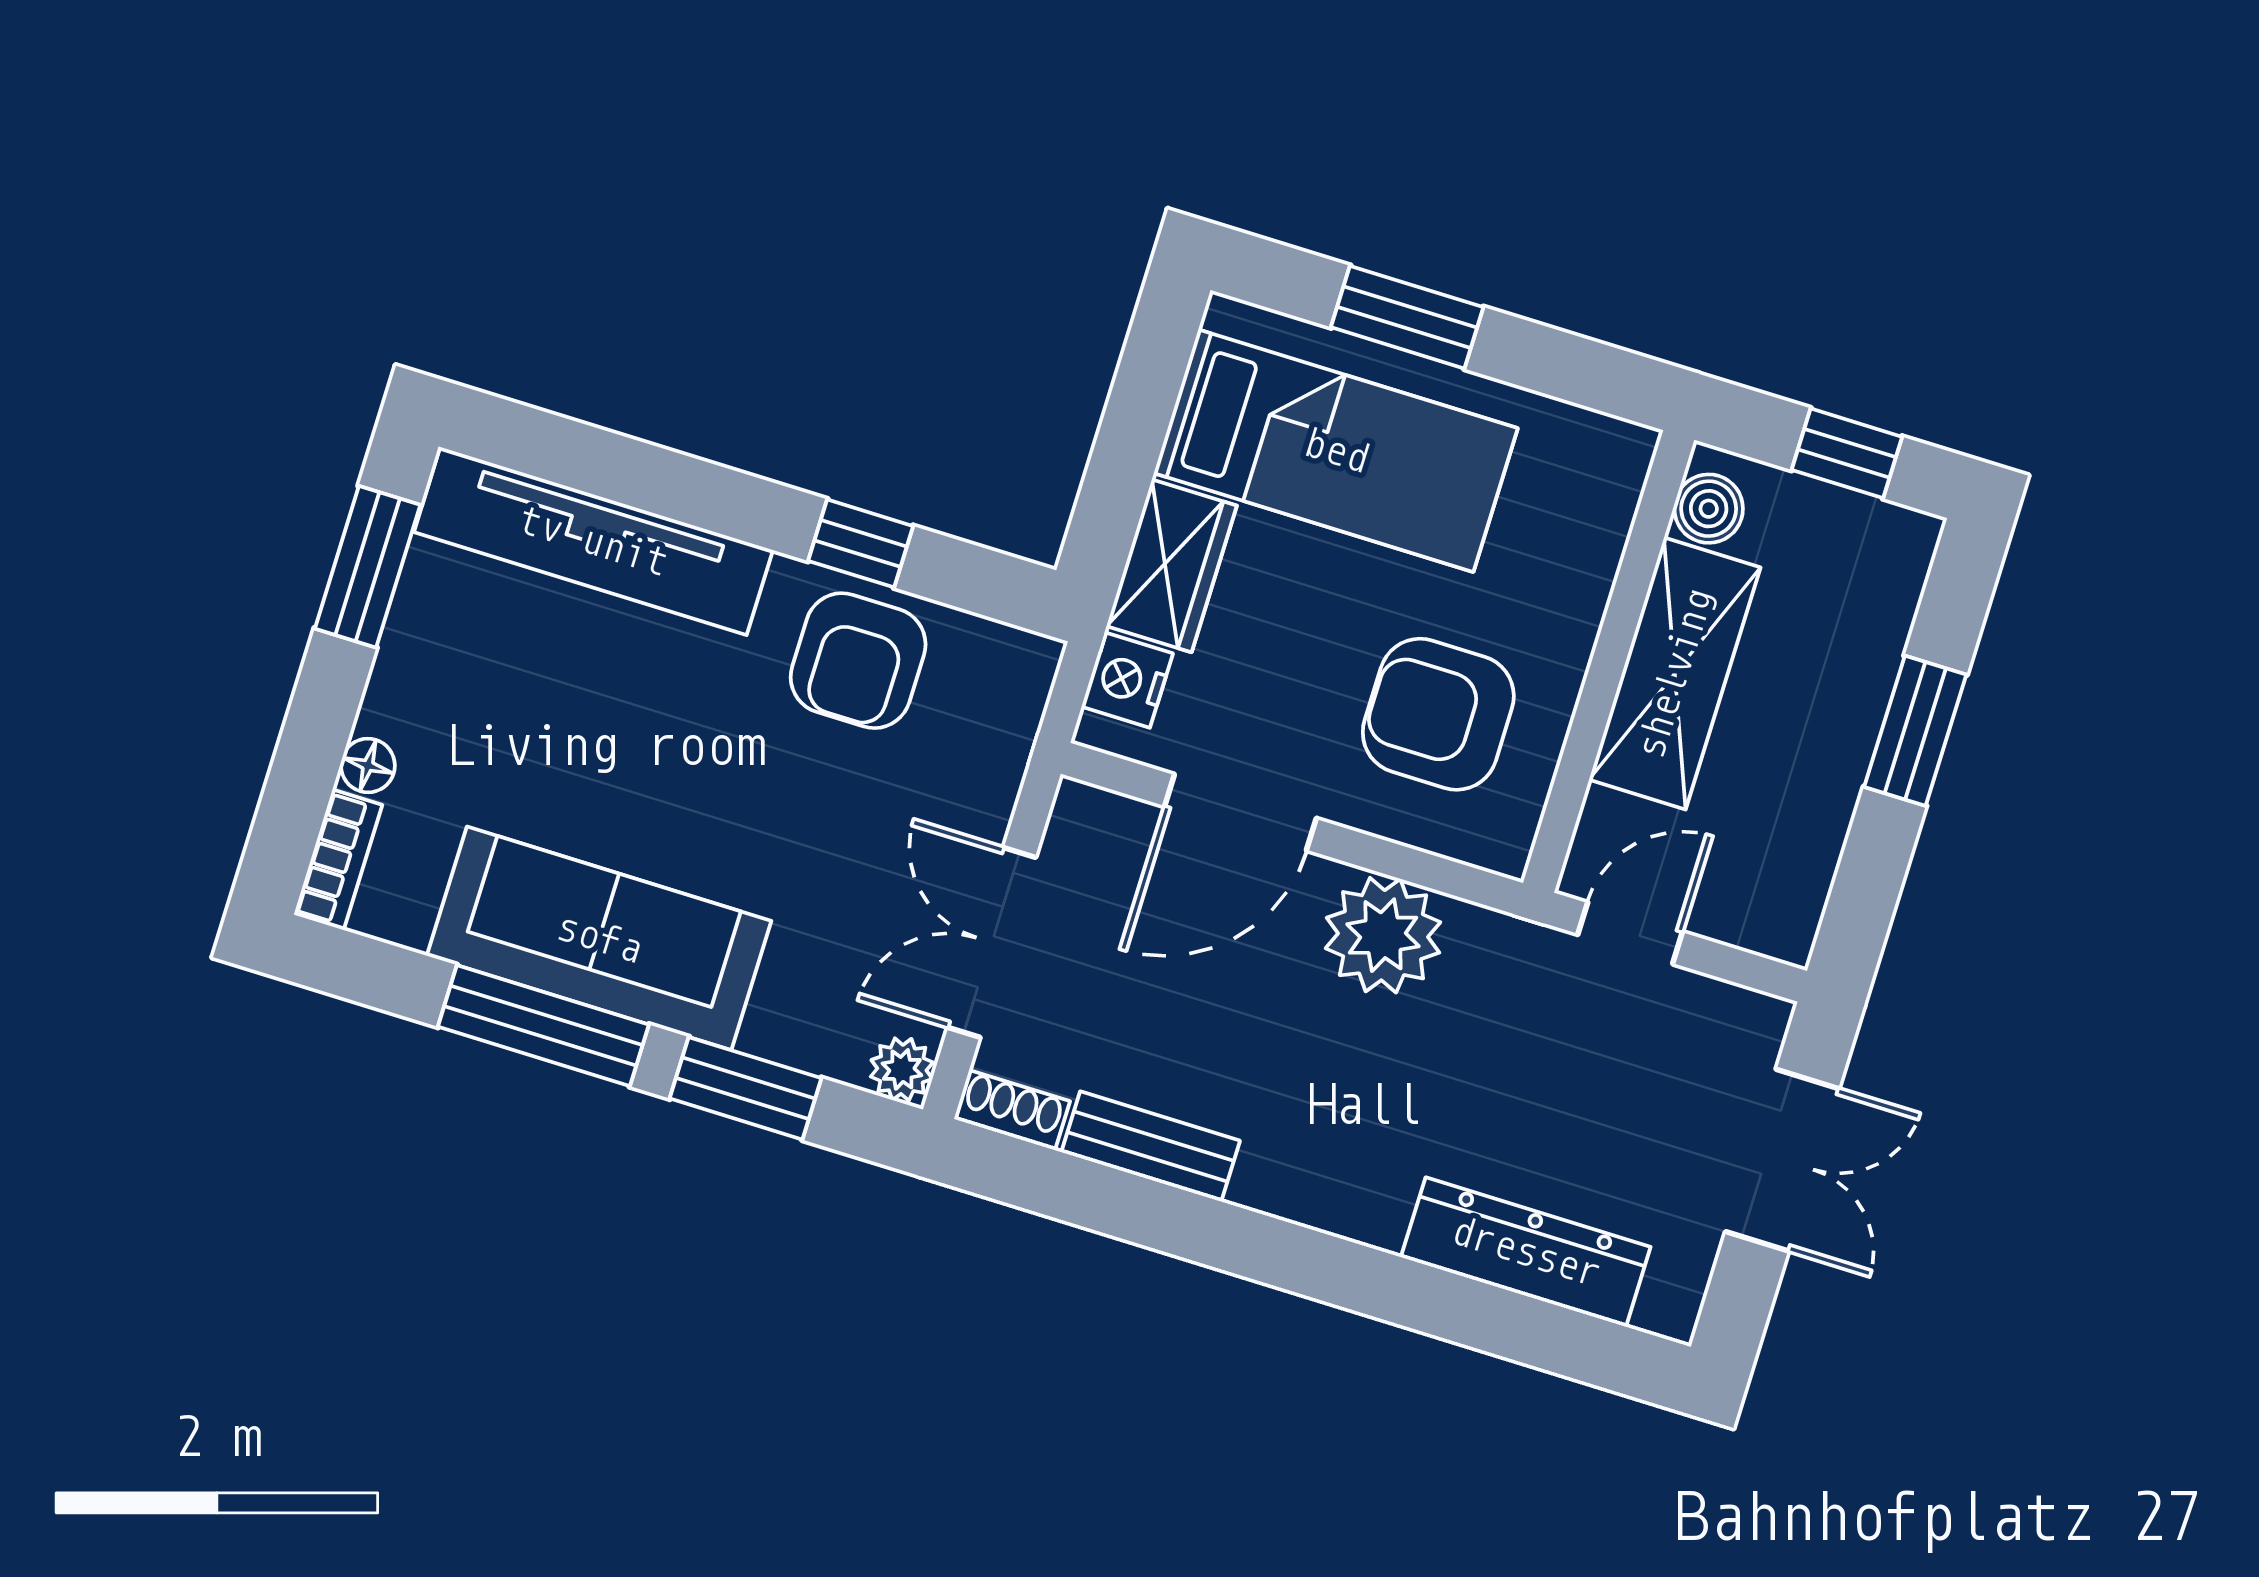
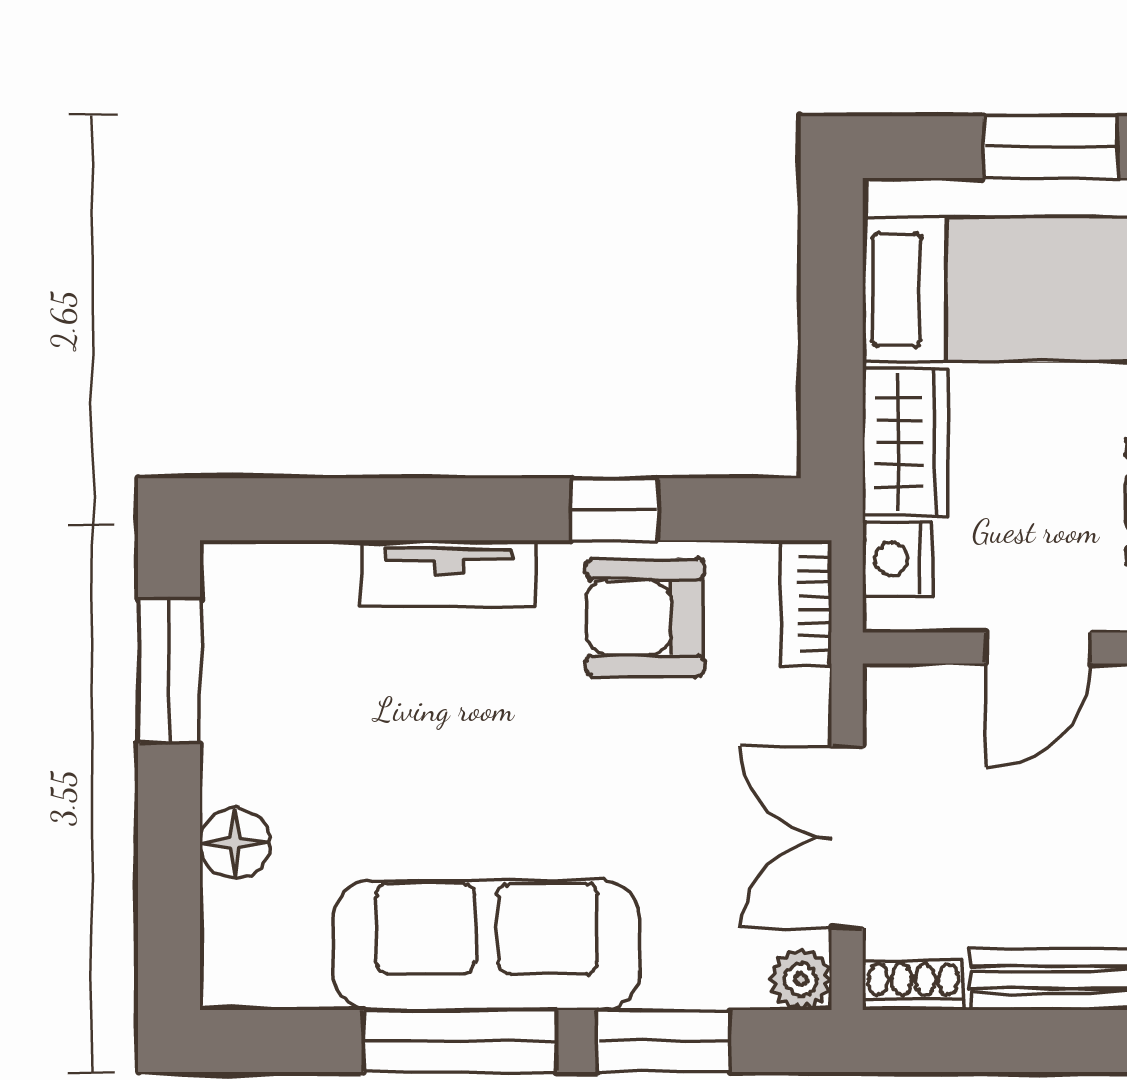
tv unit: (593, 541) -> (449, 573), width x0.52, depth x0.78
armchair: (858, 661) -> (645, 617), turned 90
floor lamp: (368, 765) -> (235, 843), width x1.37, depth x1.37
door: (1240, 812) -> (1038, 648), width x0.73
bookcase: (338, 860) -> (807, 603), moved, turned 180

